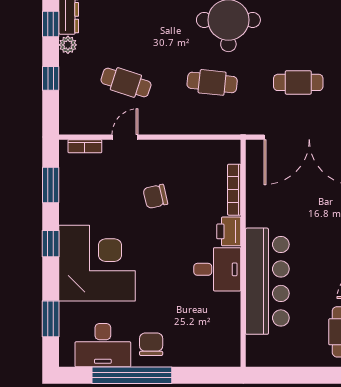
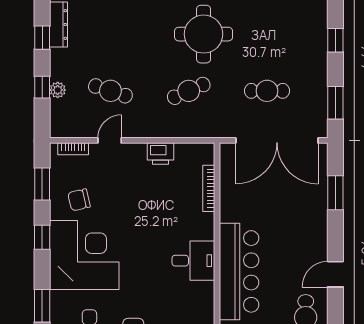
plant: (68, 45) -> (58, 90), moved
cafe table: (212, 82) -> (189, 91), turned -30
chair: (155, 196) -> (79, 200), moved
printer: (229, 231) -> (161, 154), moved, turned -90

